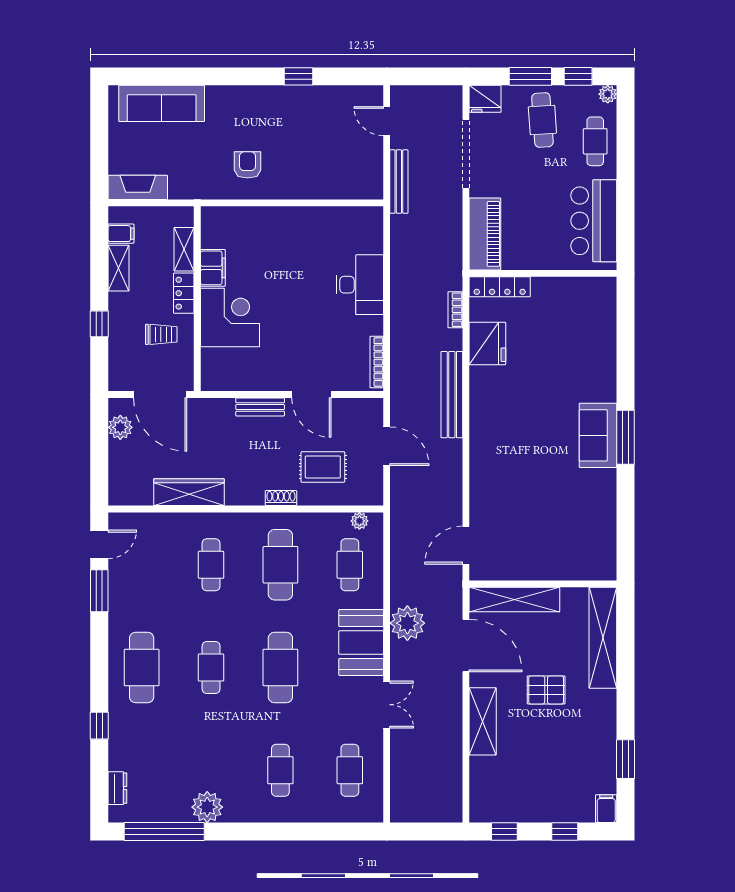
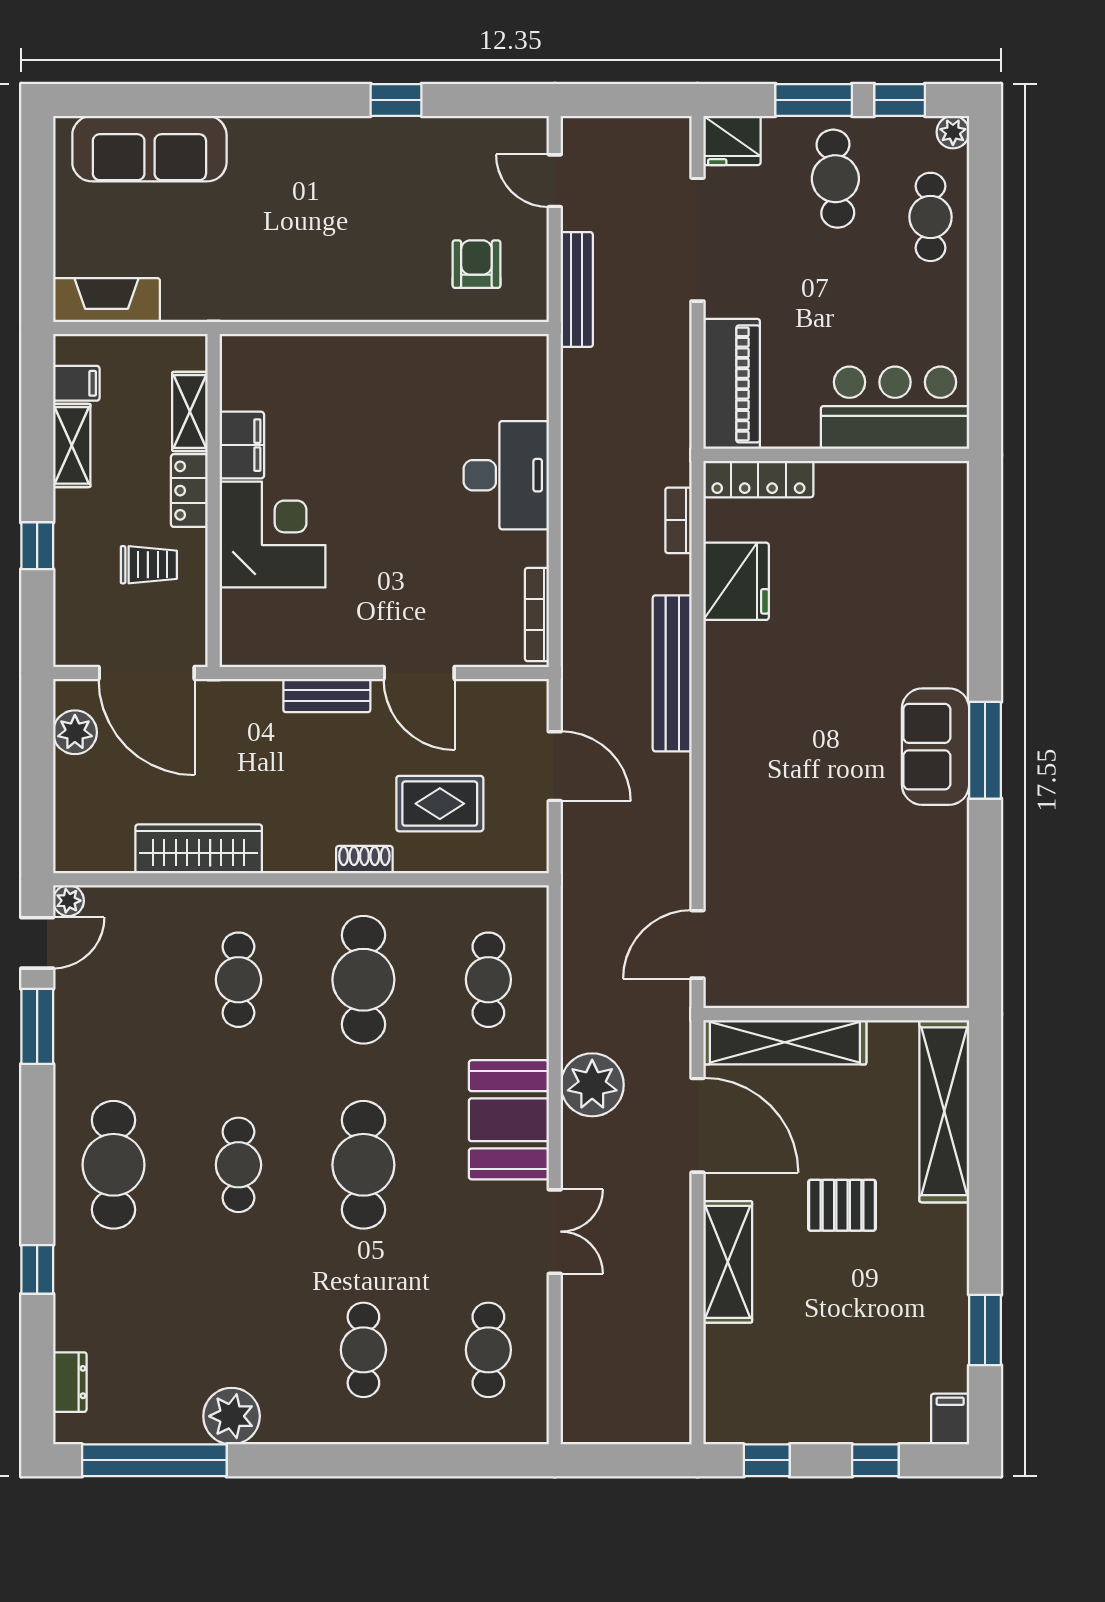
armchair: (248, 165) -> (476, 264), moved
bar counter: (594, 221) -> (895, 408), moved, turned 90
plant: (359, 521) -> (68, 901), moved

